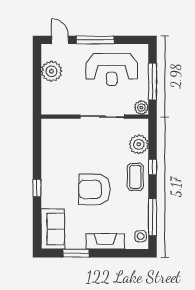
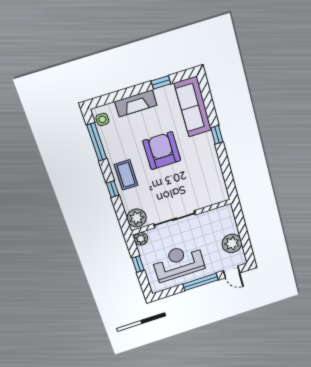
window: (153, 82) -> (138, 264), width x0.46
plant: (139, 144) -> (137, 218), moved
armchair: (94, 189) -> (162, 151), turned -90
sofa: (53, 229) -> (193, 107), width x1.36
window: (76, 253) -> (161, 82), width x0.67

